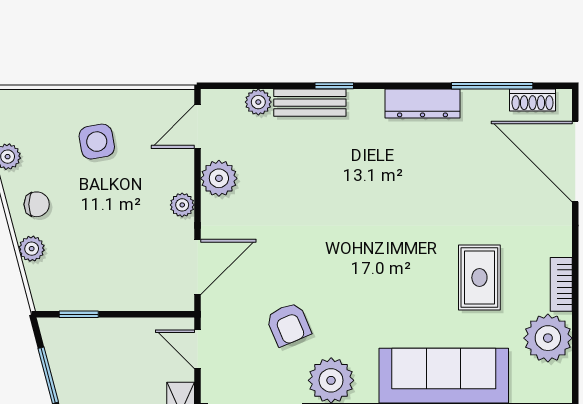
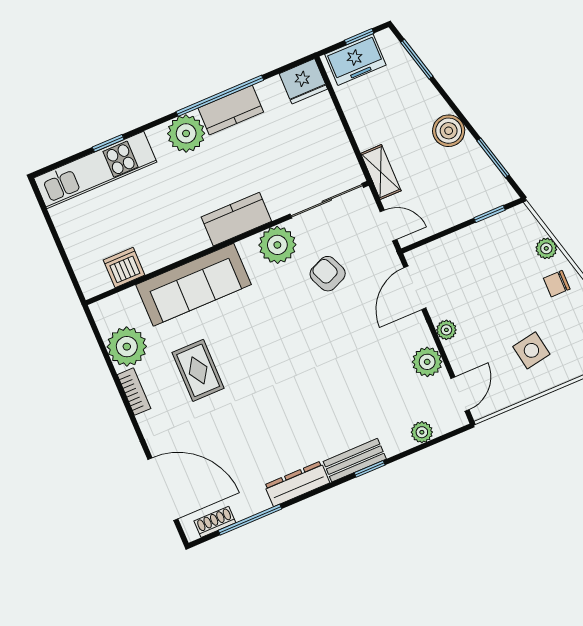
bench: (310, 103) -> (355, 460), moved

